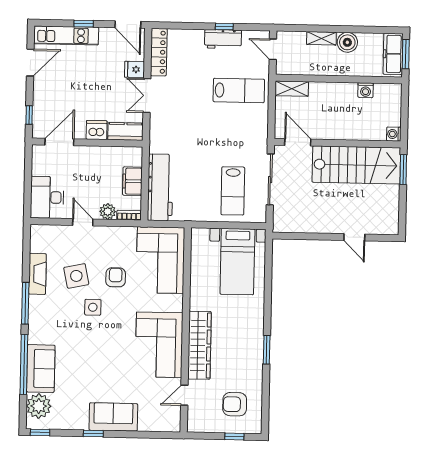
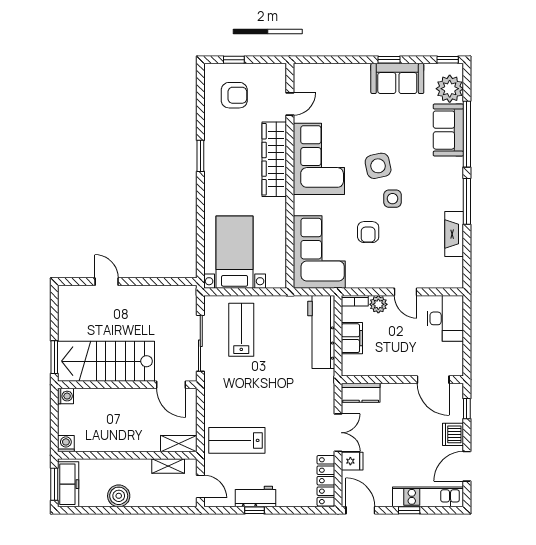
shelving: (321, 38) -> (168, 466), moved
washing machine: (366, 90) -> (66, 444), moved
dishwasher: (97, 130) -> (453, 434), moved, turned 90
door: (59, 142) -> (433, 380), hinge flipped
side table: (76, 276) -> (378, 166), moved
sofa: (113, 417) -> (397, 78), moved

